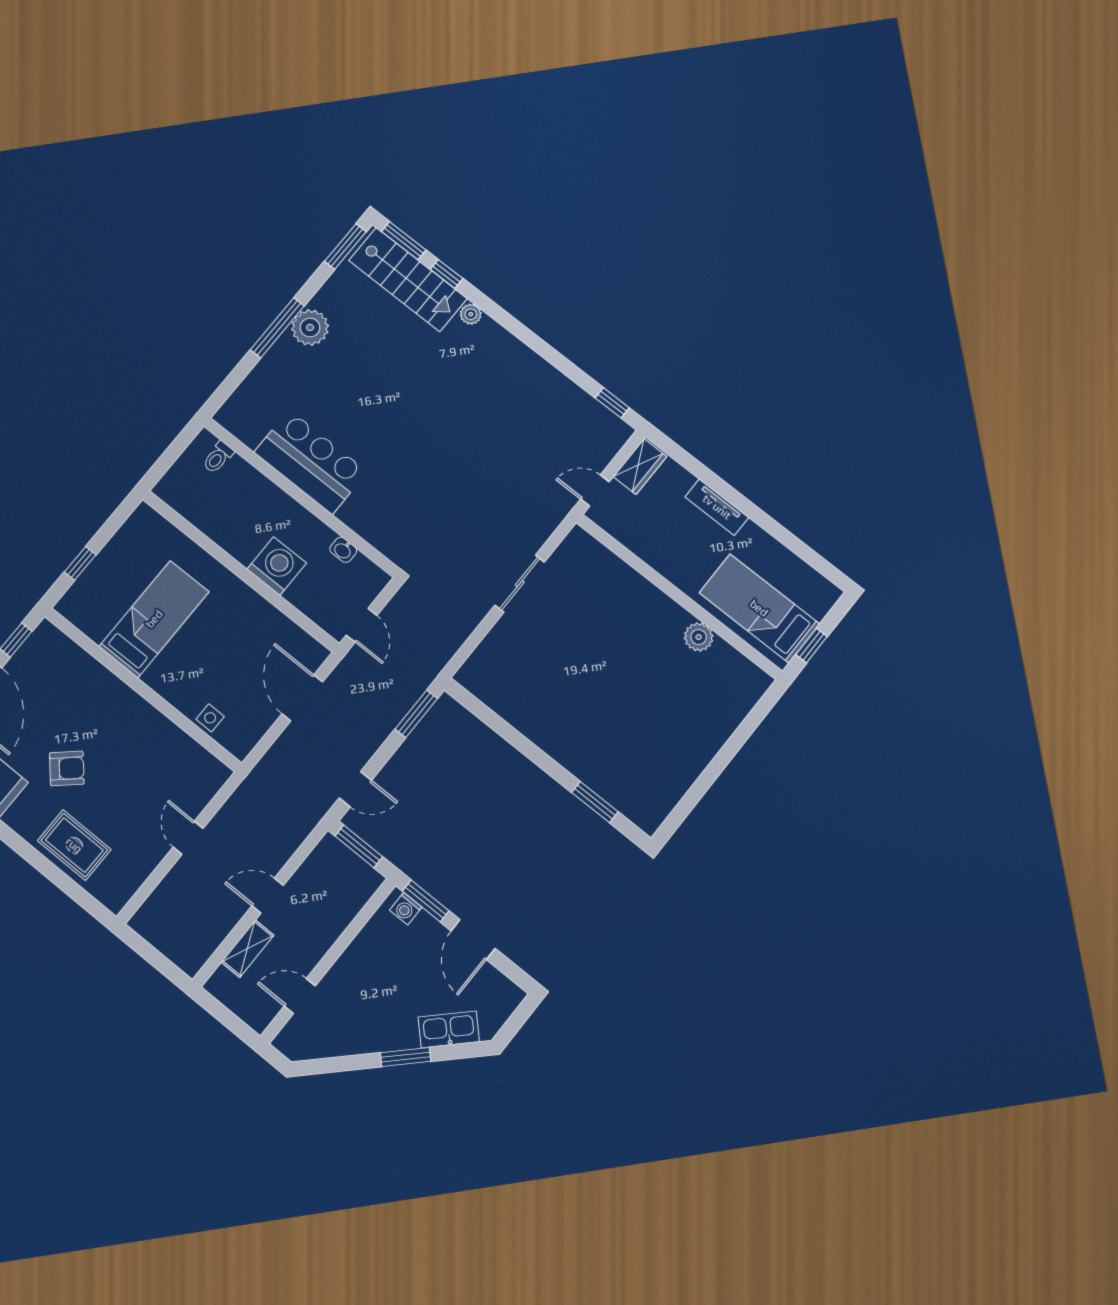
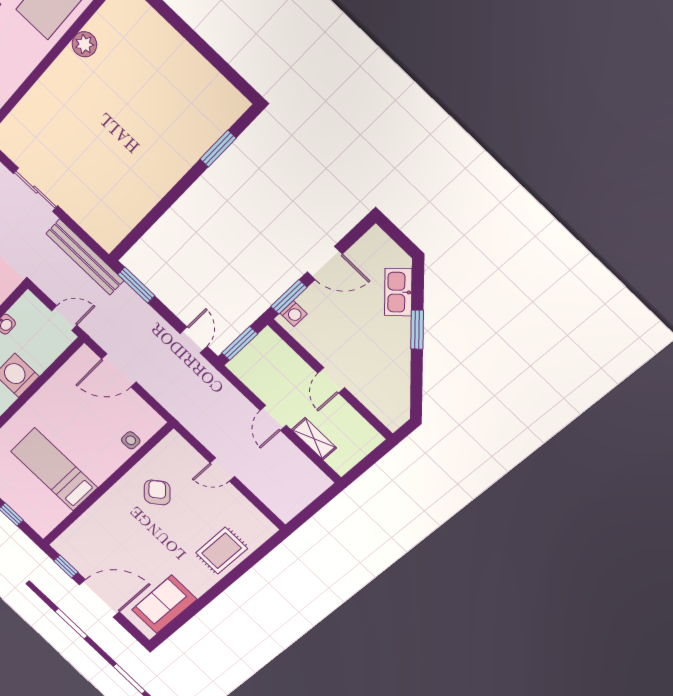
bench: (443, 648) -> (85, 257), added
armchair: (67, 768) -> (157, 492), moved
door: (300, 996) -> (331, 380), moved

